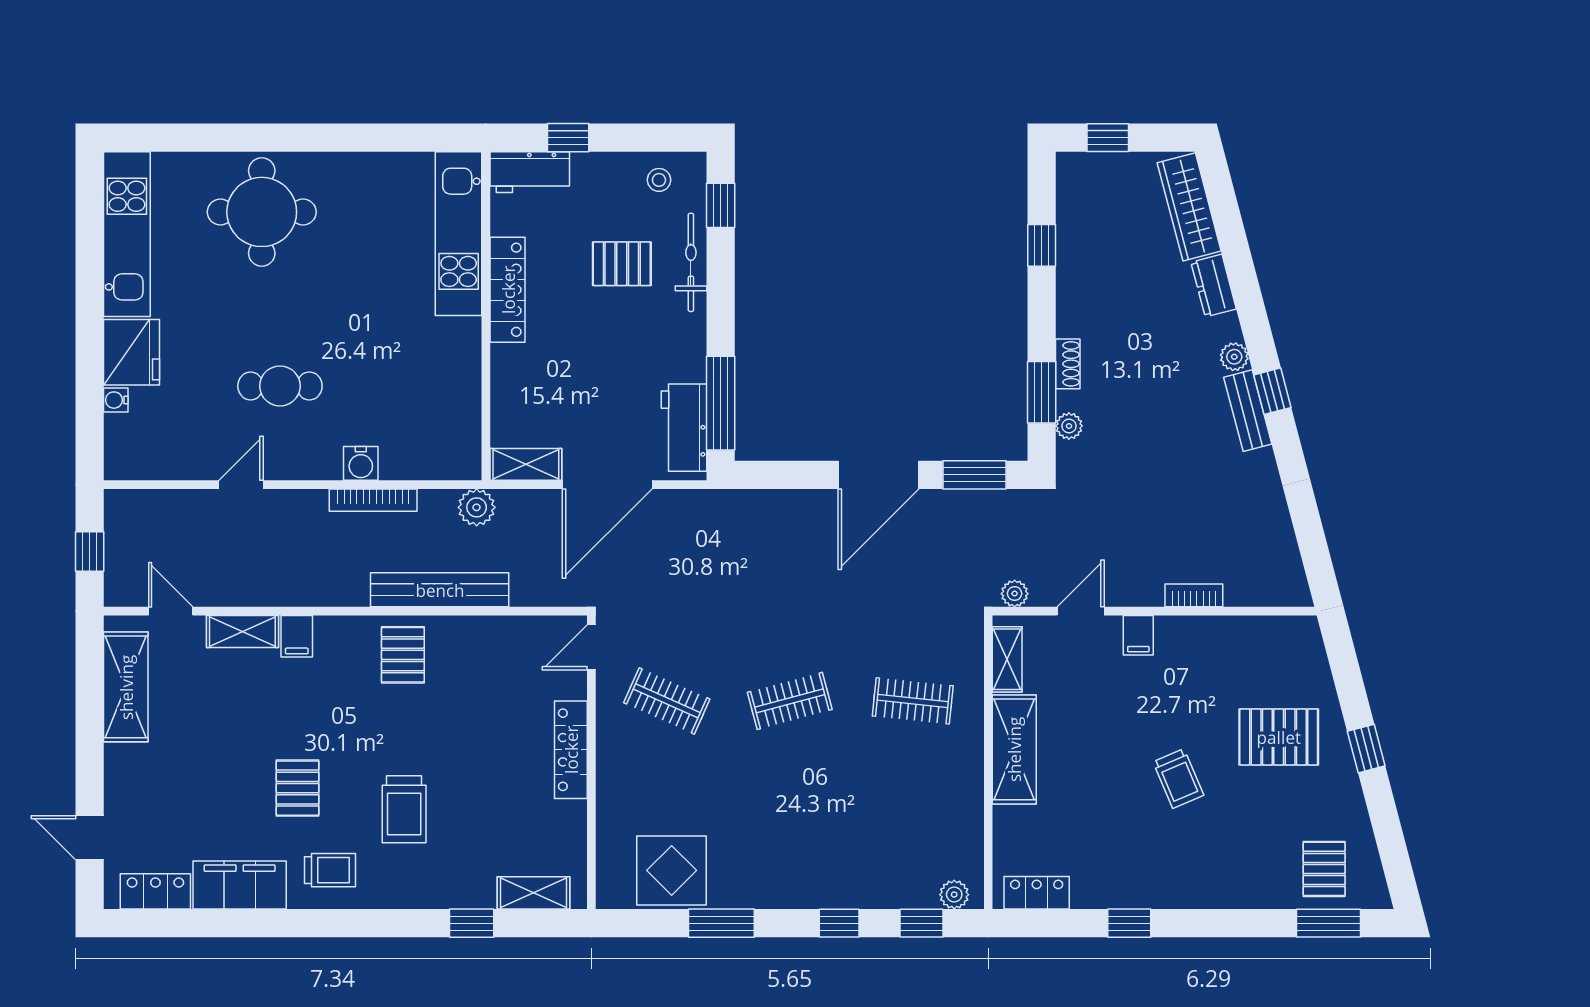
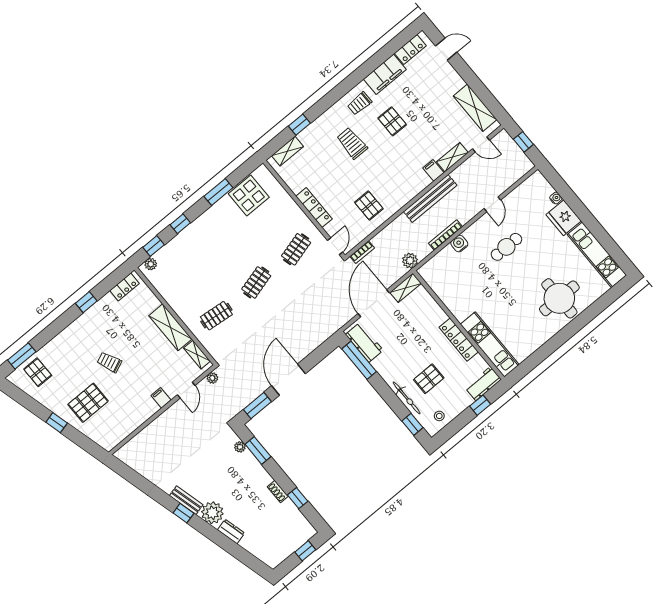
wardrobe: (1189, 207) -> (260, 550), removed
plant: (1234, 357) -> (212, 513), width x1.87, depth x1.87
shoe rack: (1068, 364) -> (278, 491), moved
bench: (440, 590) -> (430, 199), moved
bookcase: (1194, 595) -> (362, 252), moved
pallet: (403, 655) -> (369, 206), moved
clothes rail: (667, 701) -> (296, 249), turned -39

